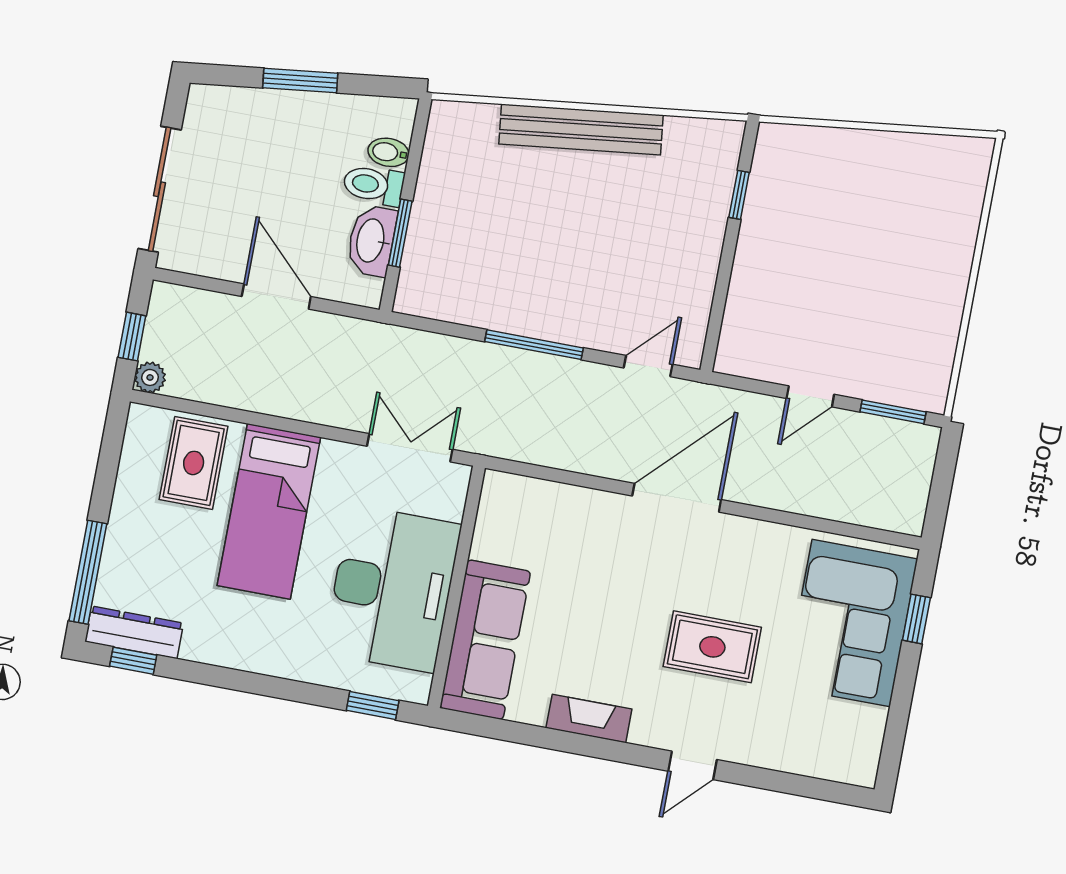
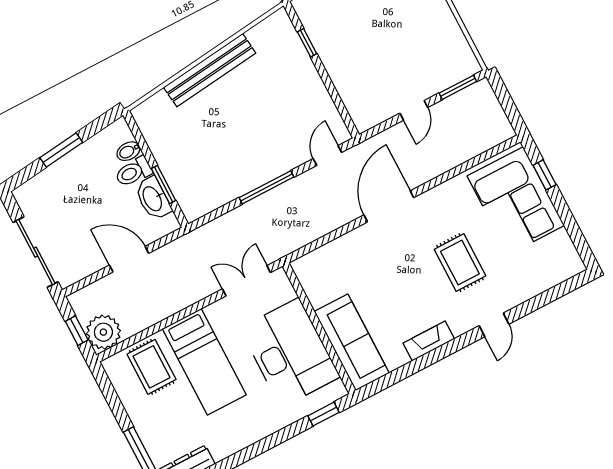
plant: (150, 377) -> (103, 332), width x1.87, depth x1.87
rug: (712, 647) -> (460, 263), turned 90

